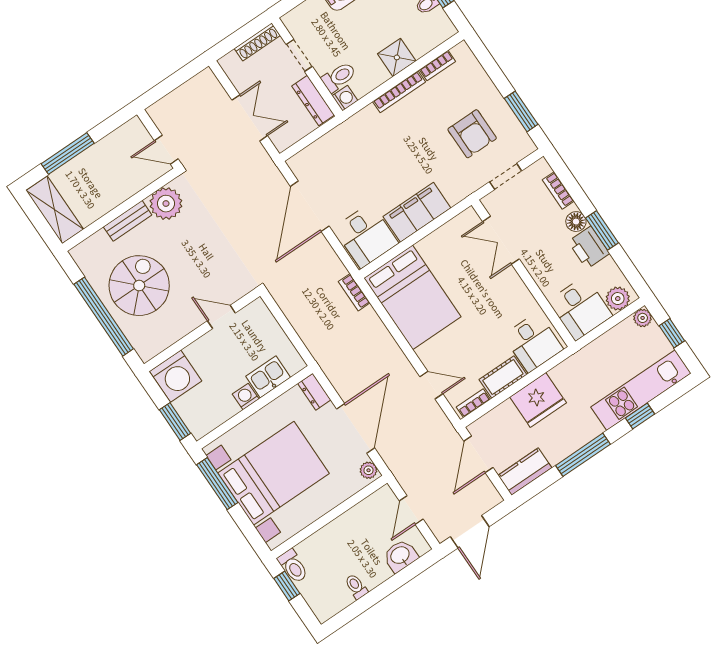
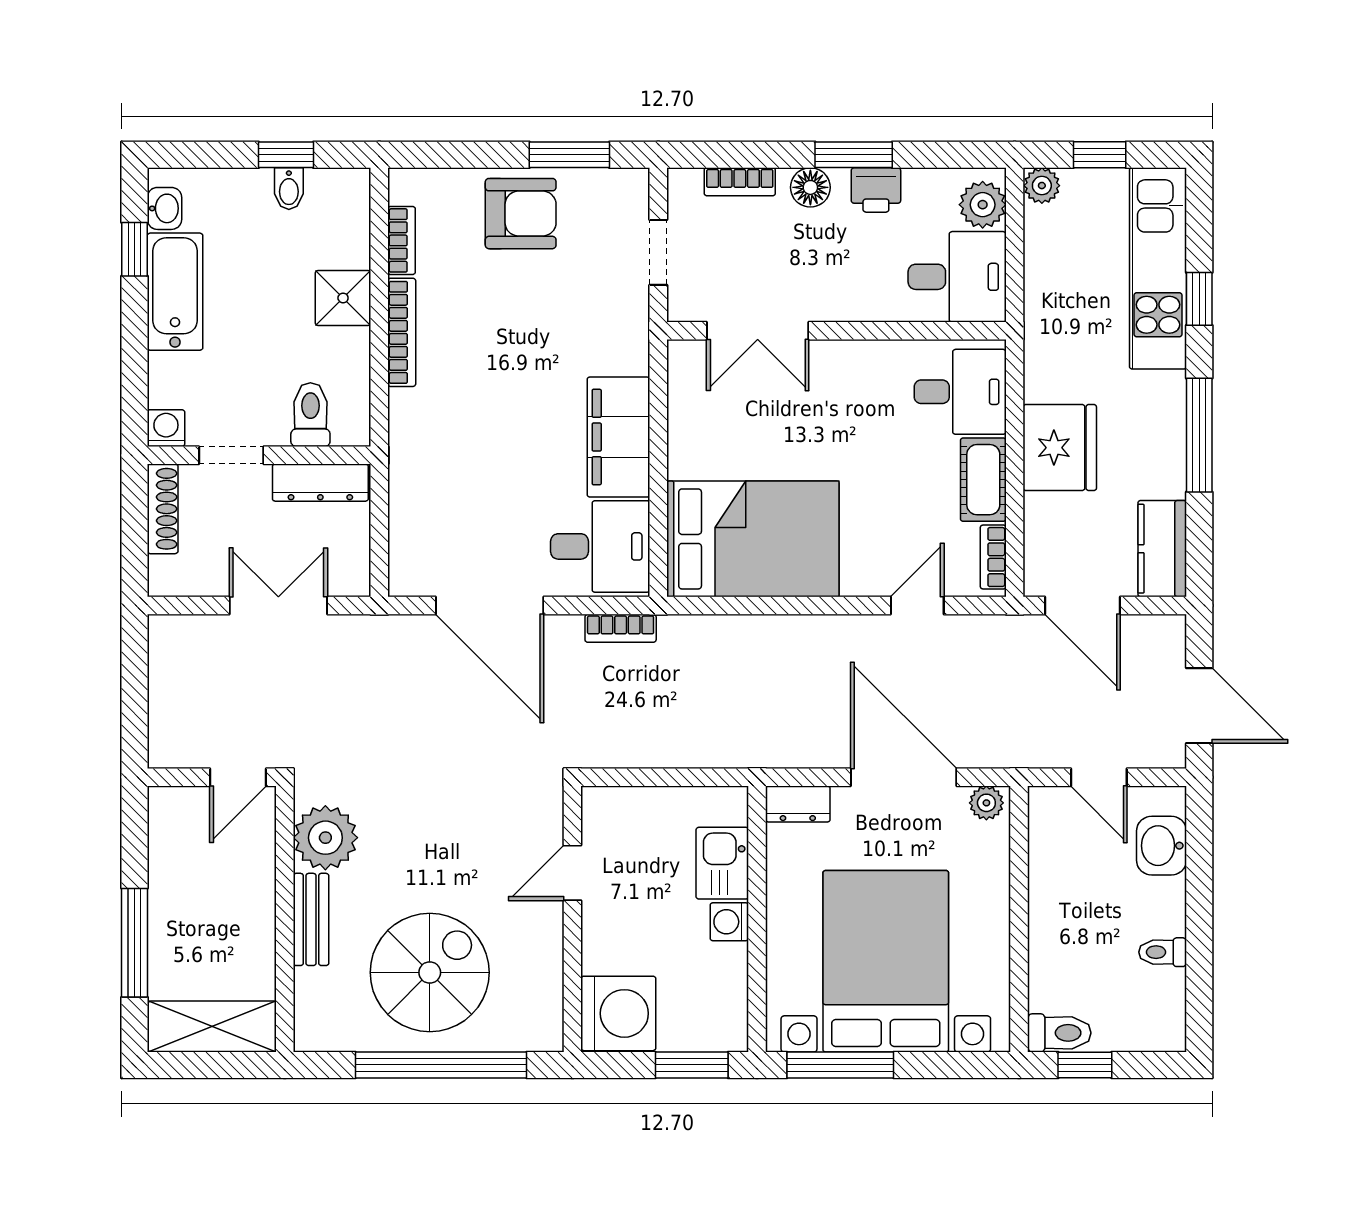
washing machine: (345, 98) -> (166, 428), moved
armchair: (472, 134) -> (521, 214), moved
printer: (589, 248) -> (876, 190), width x0.73, depth x0.81
spiral stairs: (139, 286) -> (430, 972), turned 90
bookcase: (354, 292) -> (621, 628), moved

